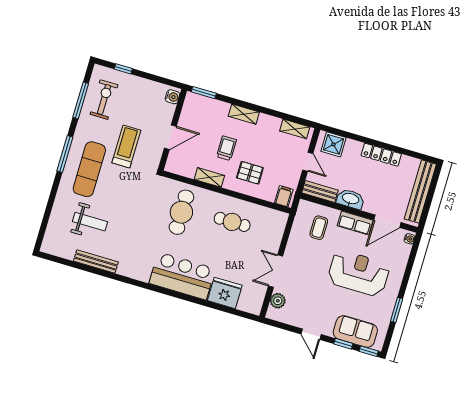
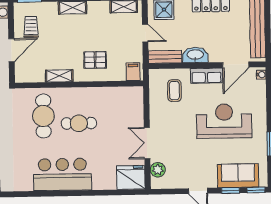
trolley: (226, 148) -> (31, 27), moved
cafe table: (232, 222) -> (79, 123), moved
fridge: (225, 293) -> (131, 177), moved

